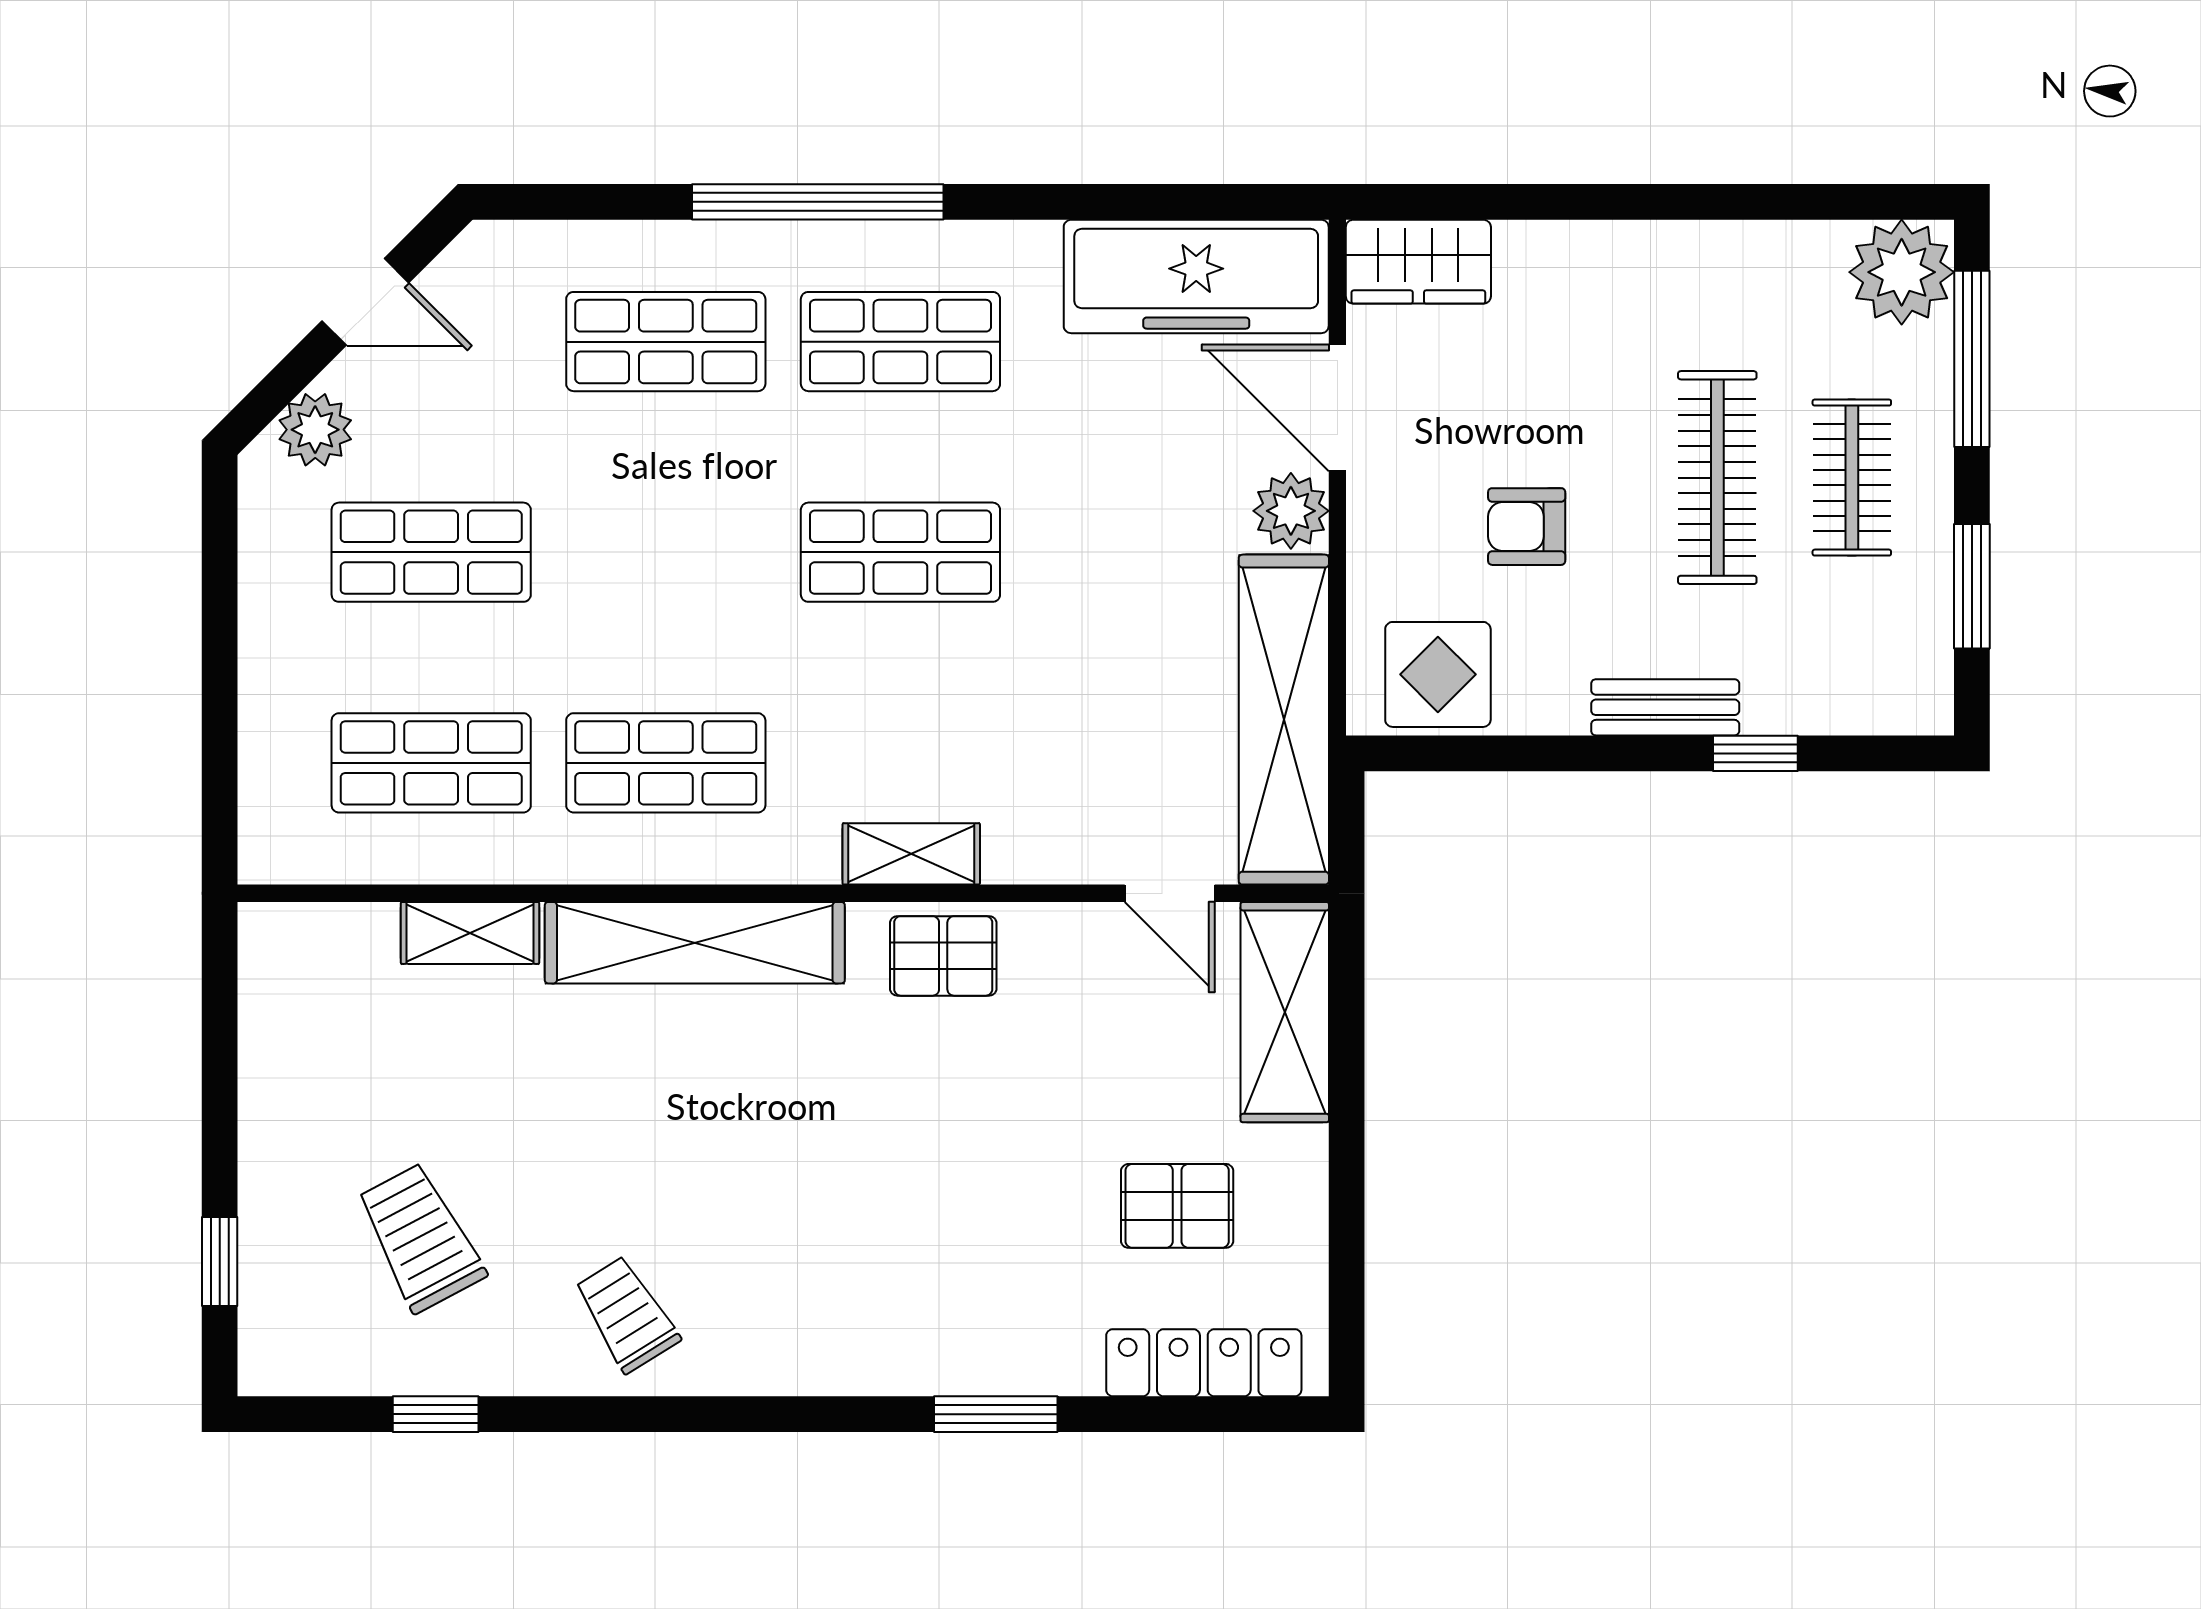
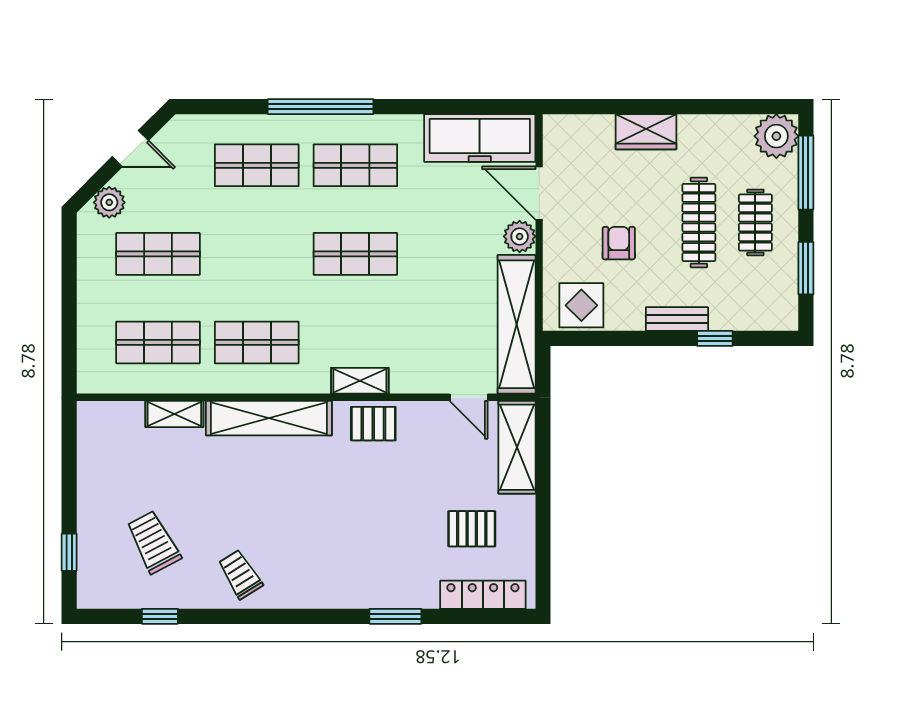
wardrobe: (1418, 262) -> (646, 132), moved
armchair: (1527, 527) -> (619, 243), turned 90

